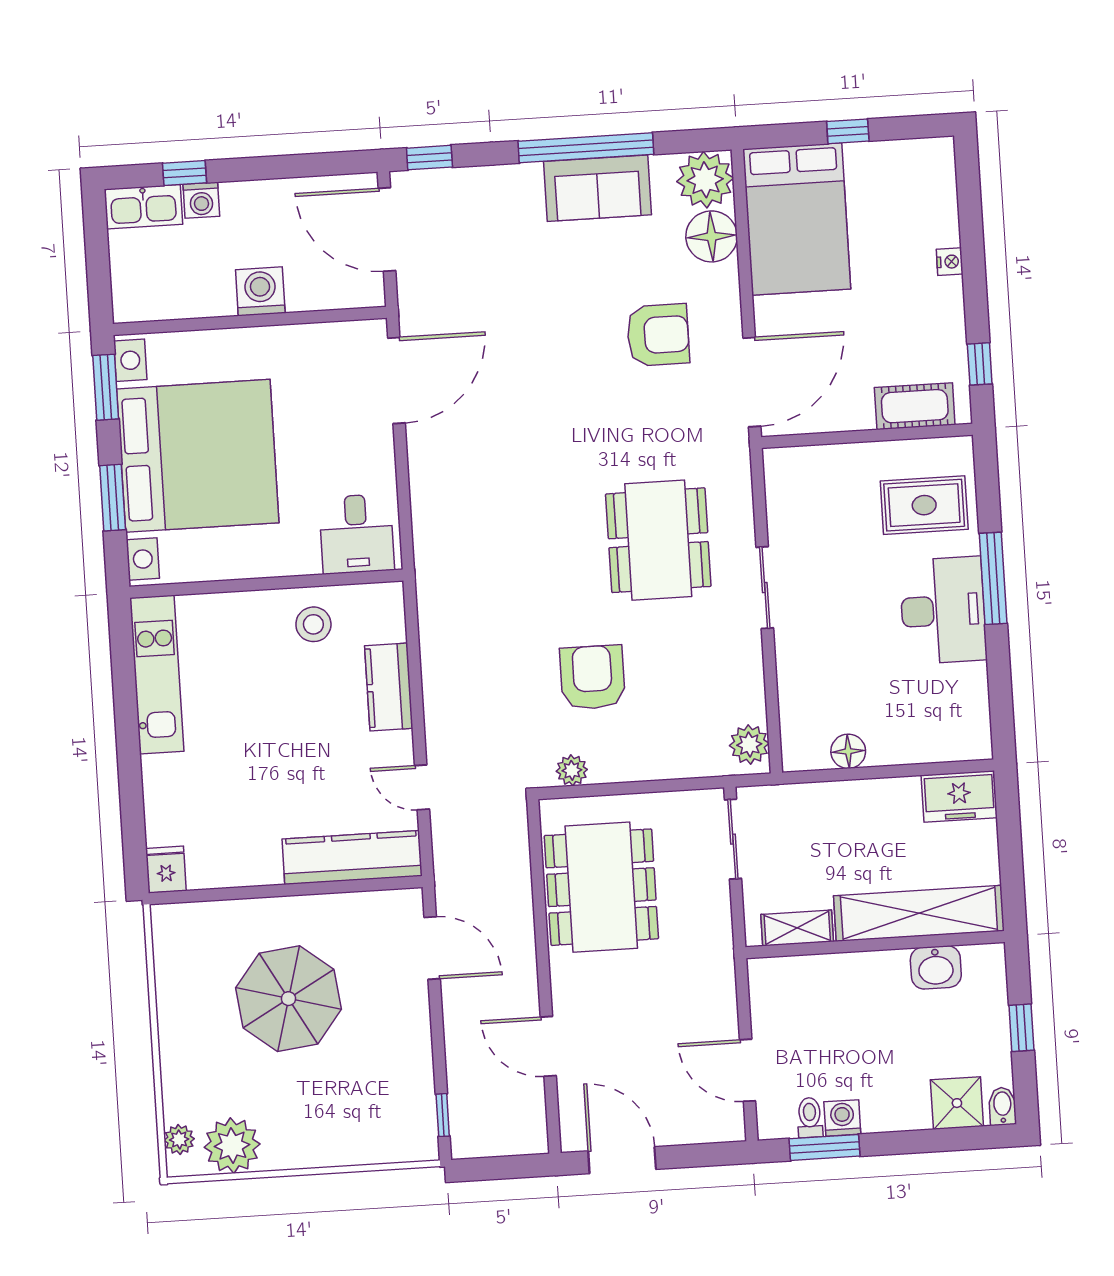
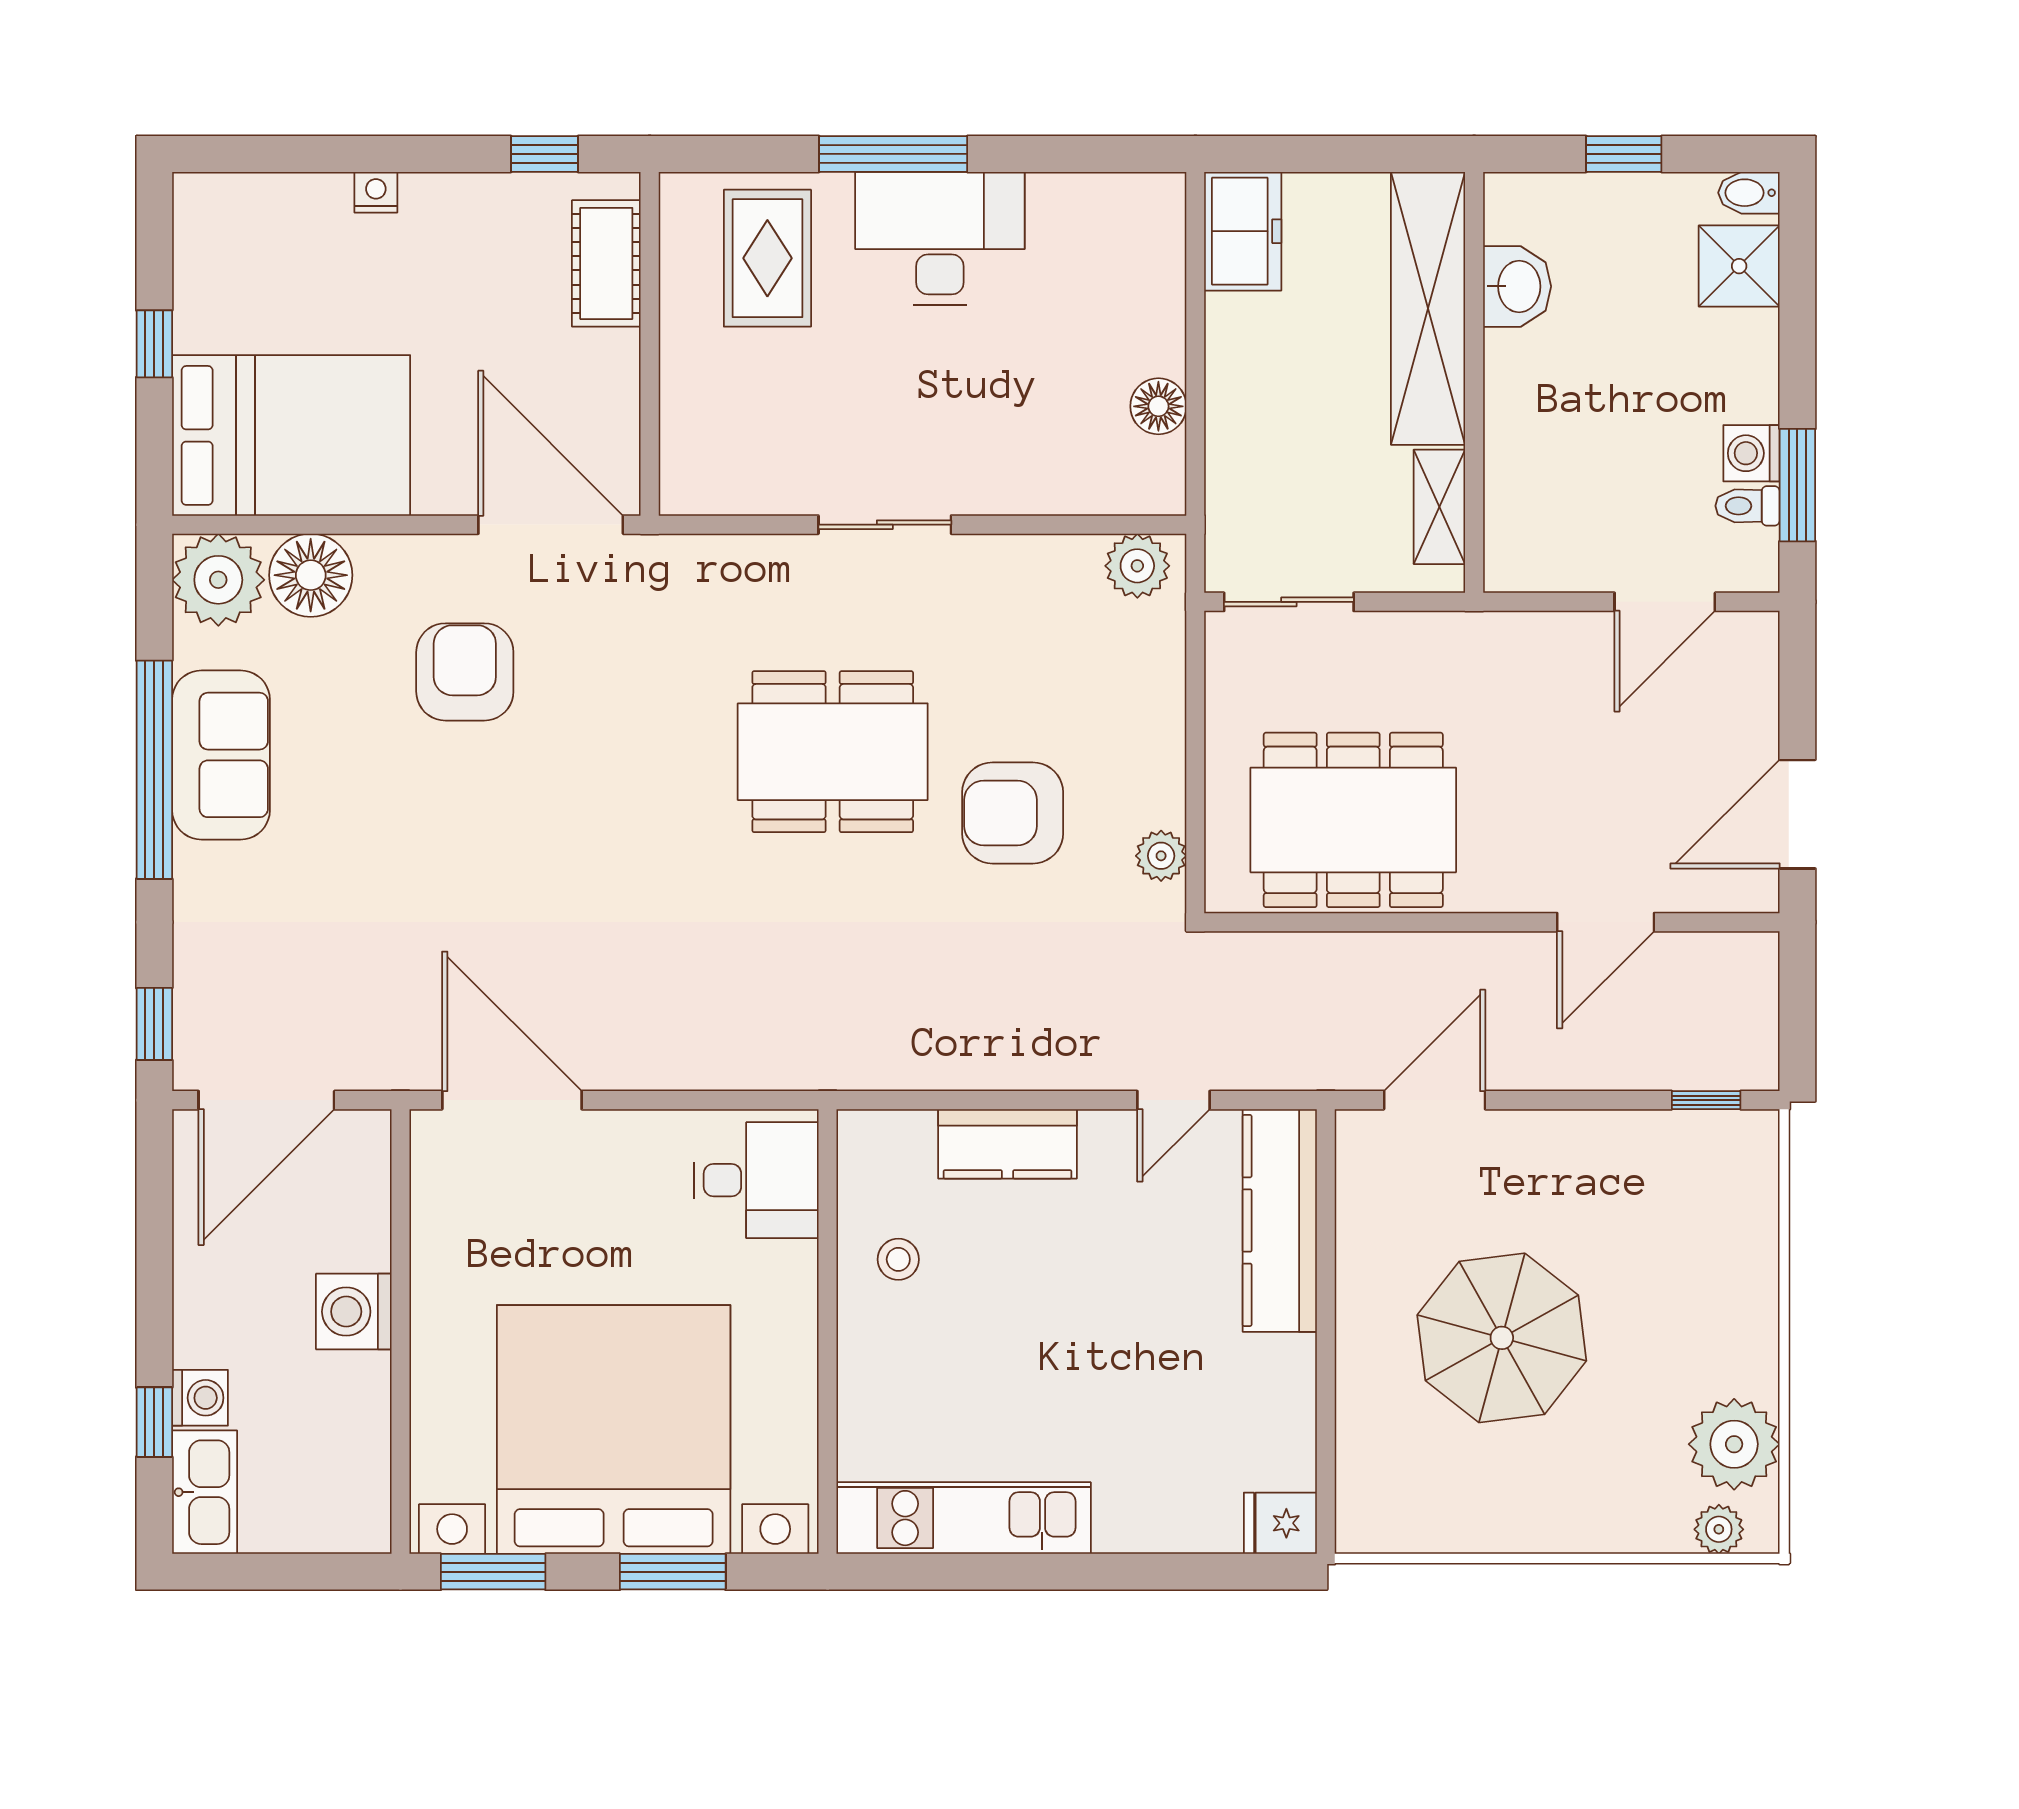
dining table: (658, 540) -> (833, 752), moved
stool: (313, 624) -> (898, 1259), width x0.73, depth x0.73

